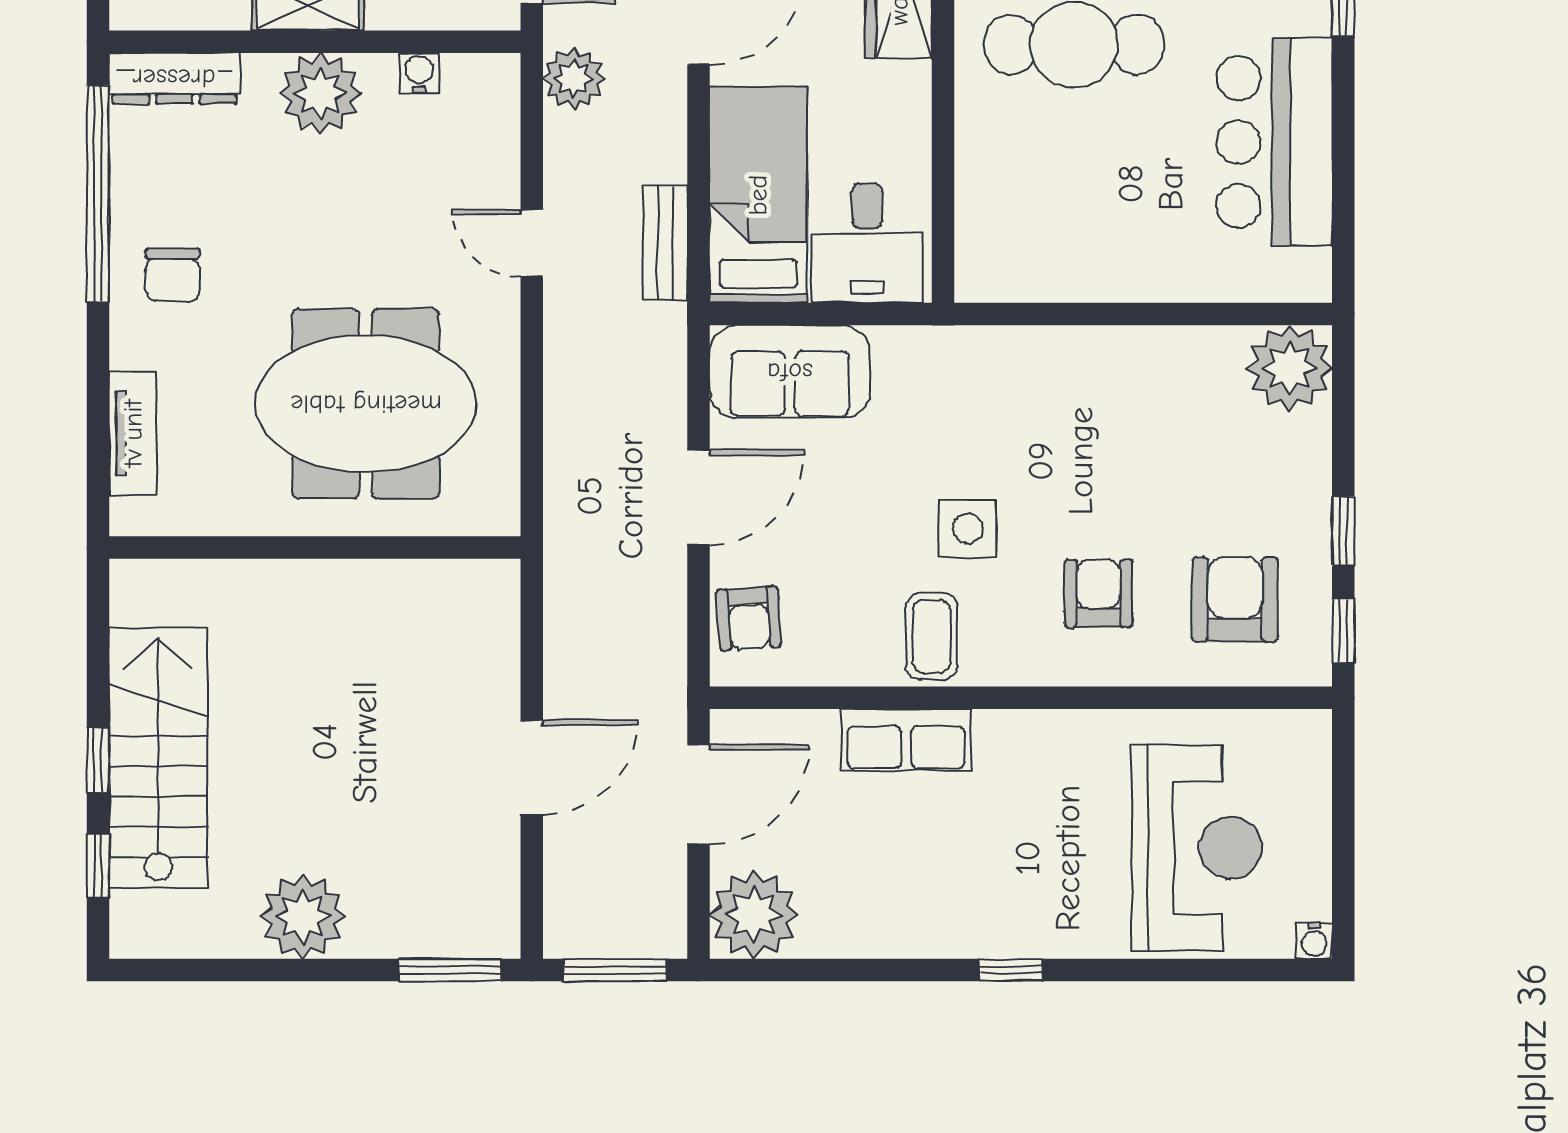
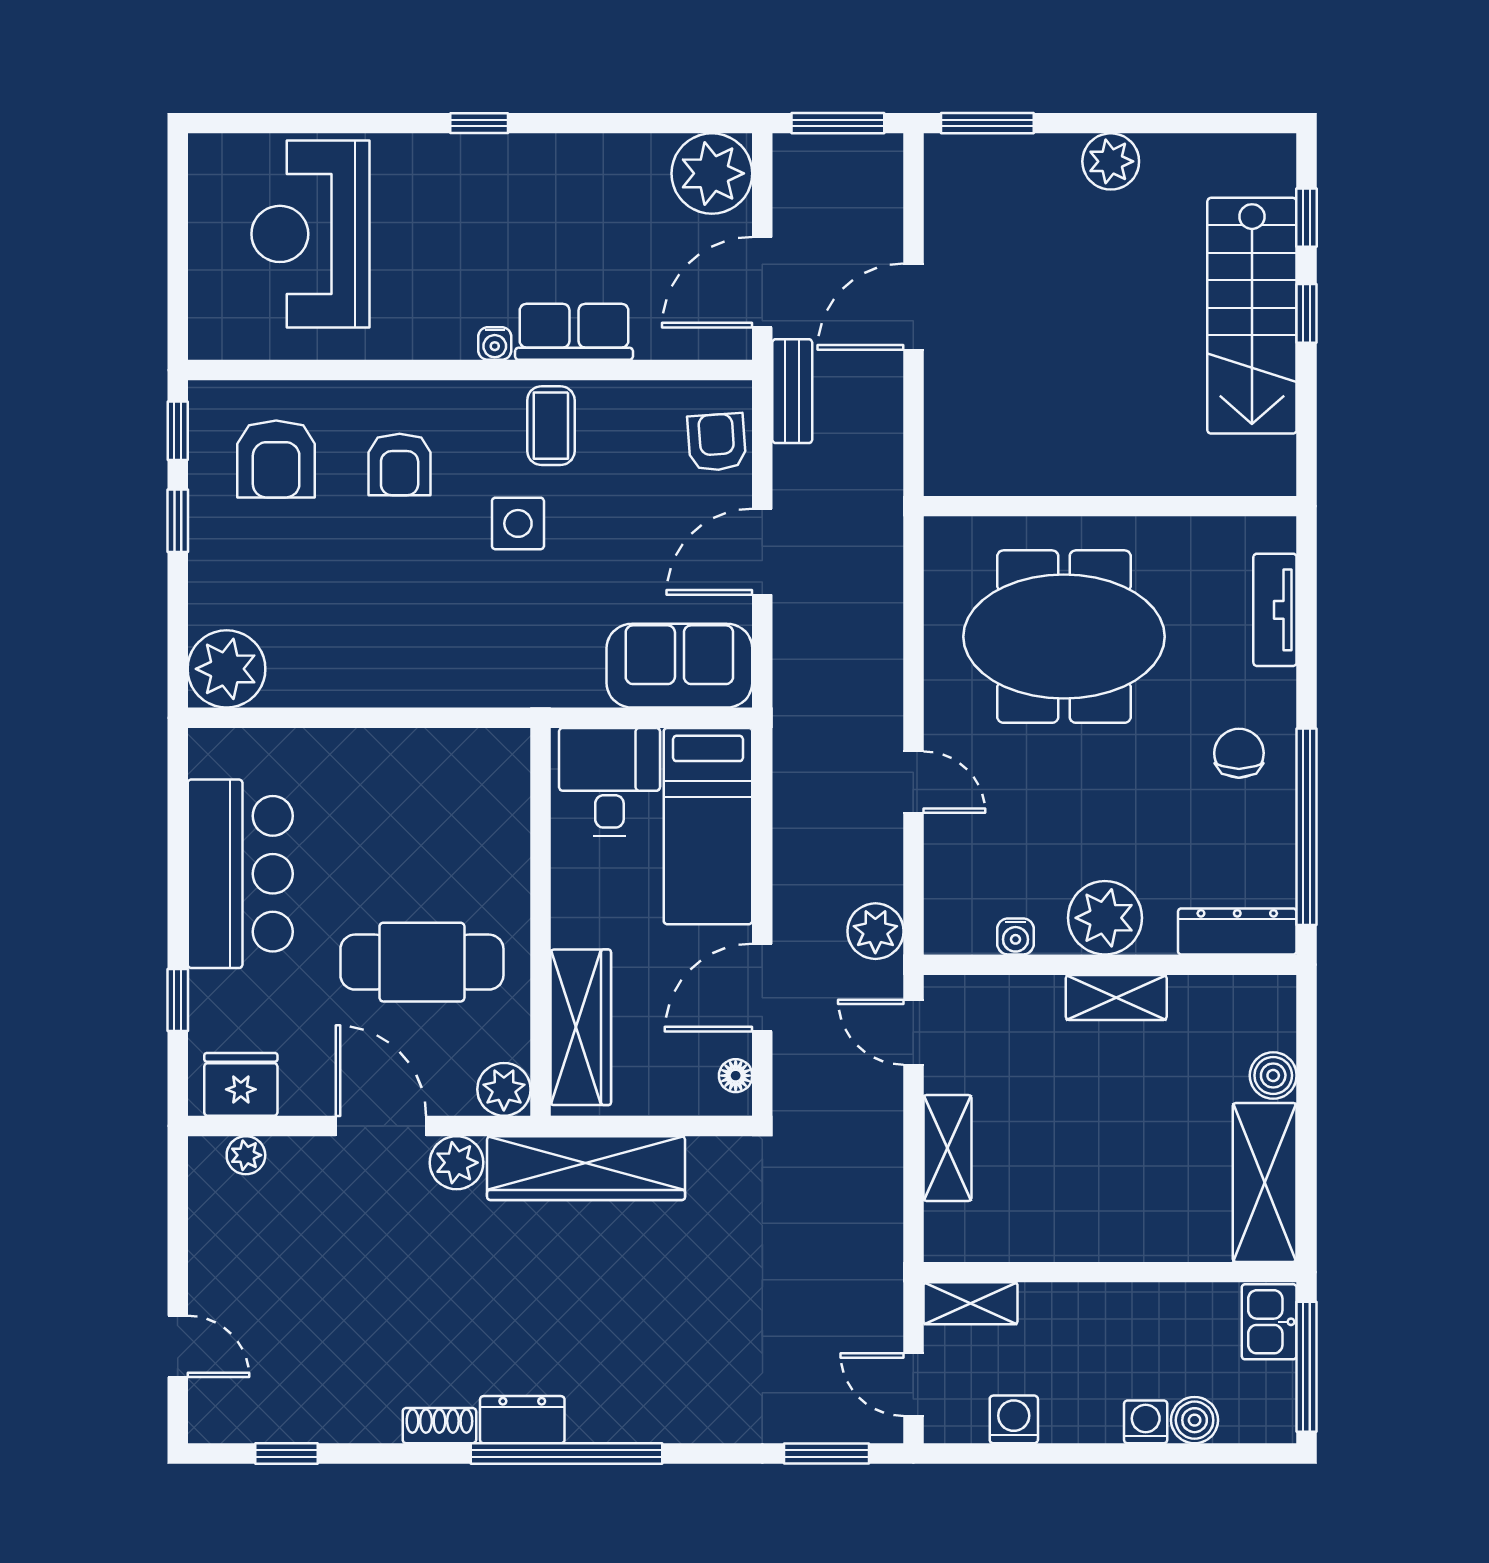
bench: (665, 243) -> (792, 391), moved
plant: (303, 916) -> (1111, 161), width x0.73, depth x0.73
water cooler: (1314, 941) -> (495, 344), moved, turned 180

